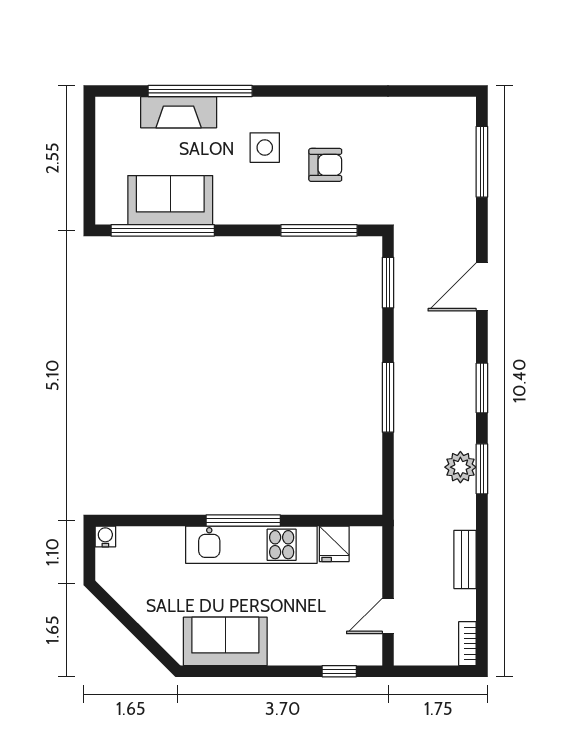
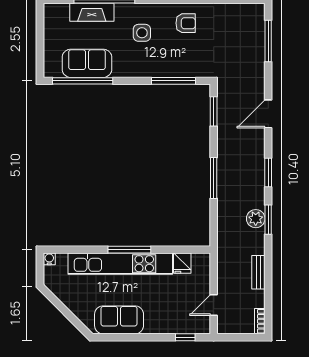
armchair: (325, 165) -> (186, 23), moved
kitchen unit: (251, 545) -> (120, 264), width x1.36

